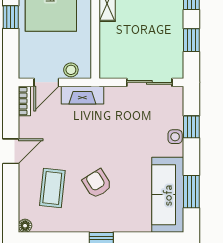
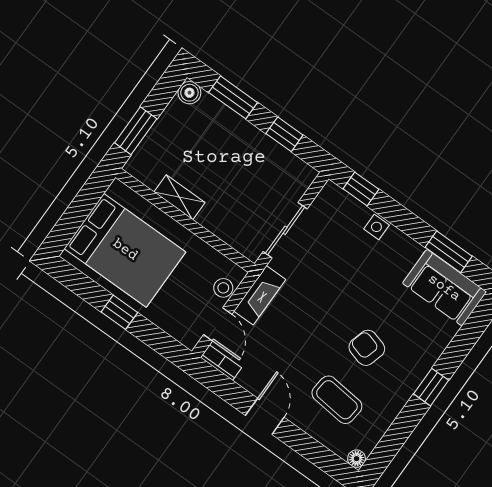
sliding door: (149, 82) -> (285, 230), moved
window: (191, 127) -> (361, 189), moved
armchair: (97, 184) -> (367, 348), turned 48
sofa: (168, 195) -> (444, 288), width x0.73

